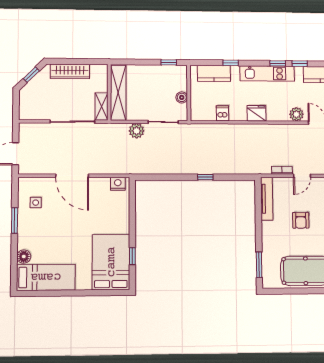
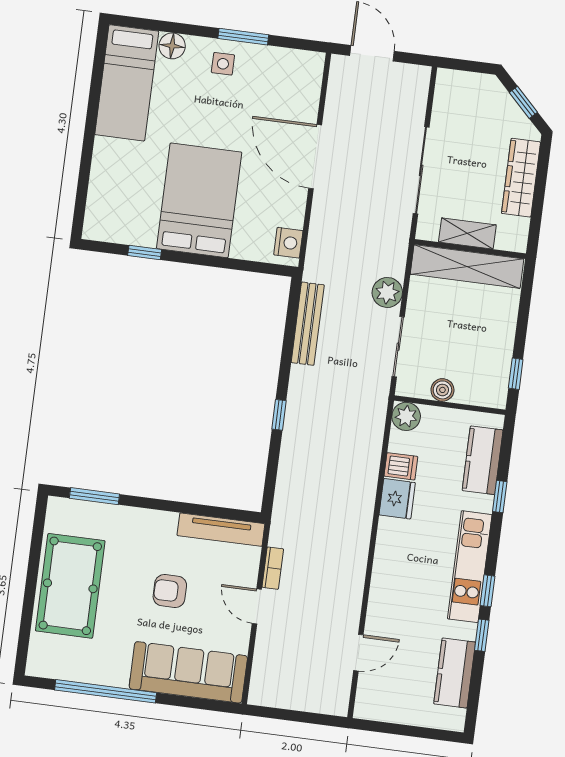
shelving: (101, 107) -> (467, 233), moved
fridge: (257, 113) -> (397, 499), moved
plant: (296, 114) -> (406, 416), moved
bench: (158, 169) -> (308, 324), added
door: (72, 176) -> (315, 157), hinge flipped
side table: (36, 203) -> (223, 64), moved
bed: (111, 262) -> (199, 200), moved, turned -90

